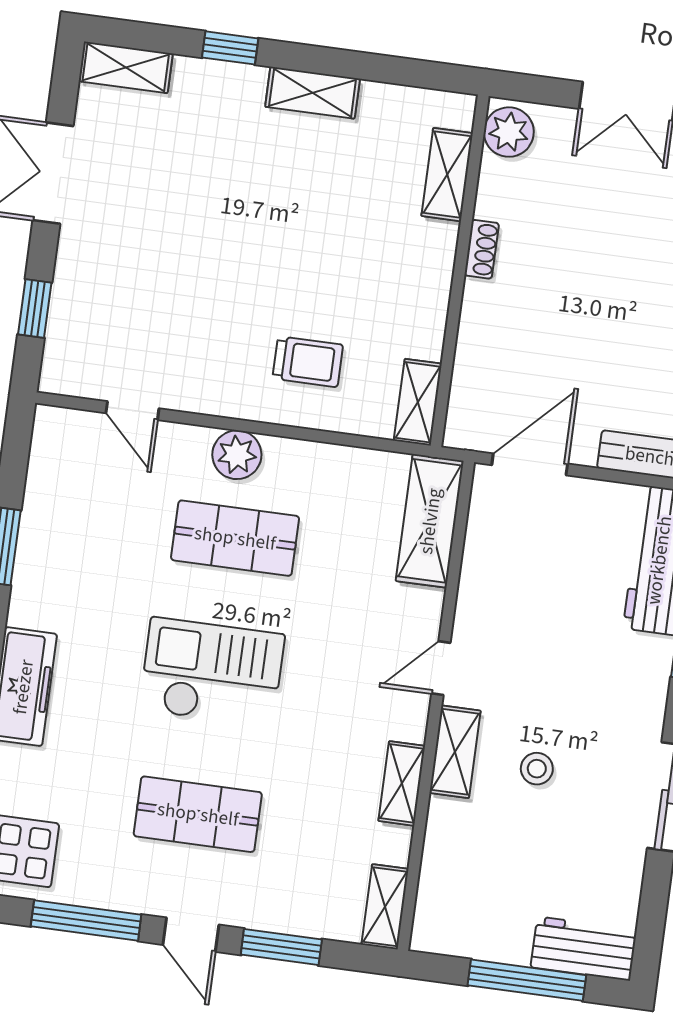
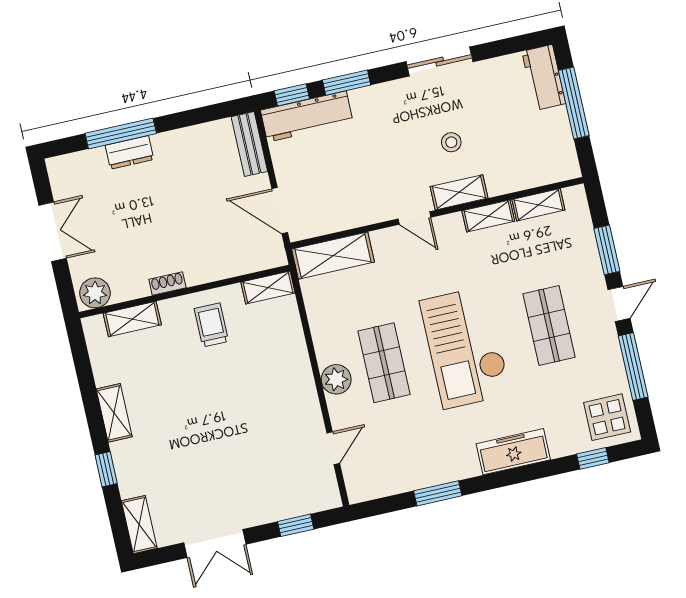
trolley: (308, 362) -> (211, 325), moved
checkout: (212, 672) -> (465, 348), width x1.36, depth x1.21
shelving: (385, 907) -> (538, 205), moved

